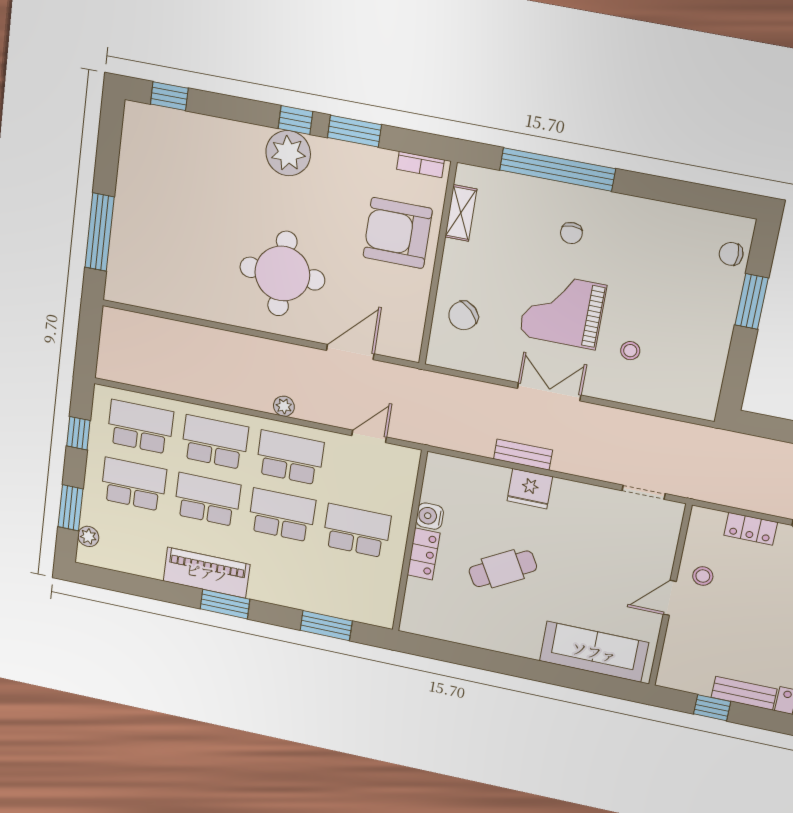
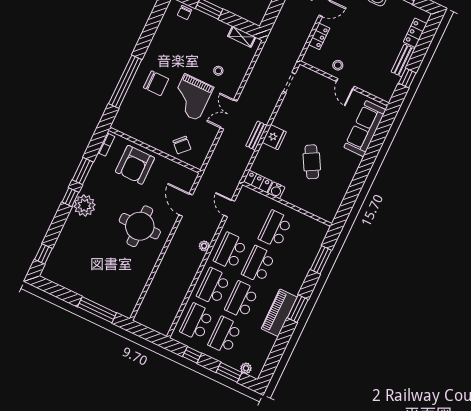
shelving: (461, 213) -> (242, 37), moved
chair: (571, 233) -> (156, 83), width x1.87, depth x1.87
locker: (424, 554) -> (258, 181), moved

